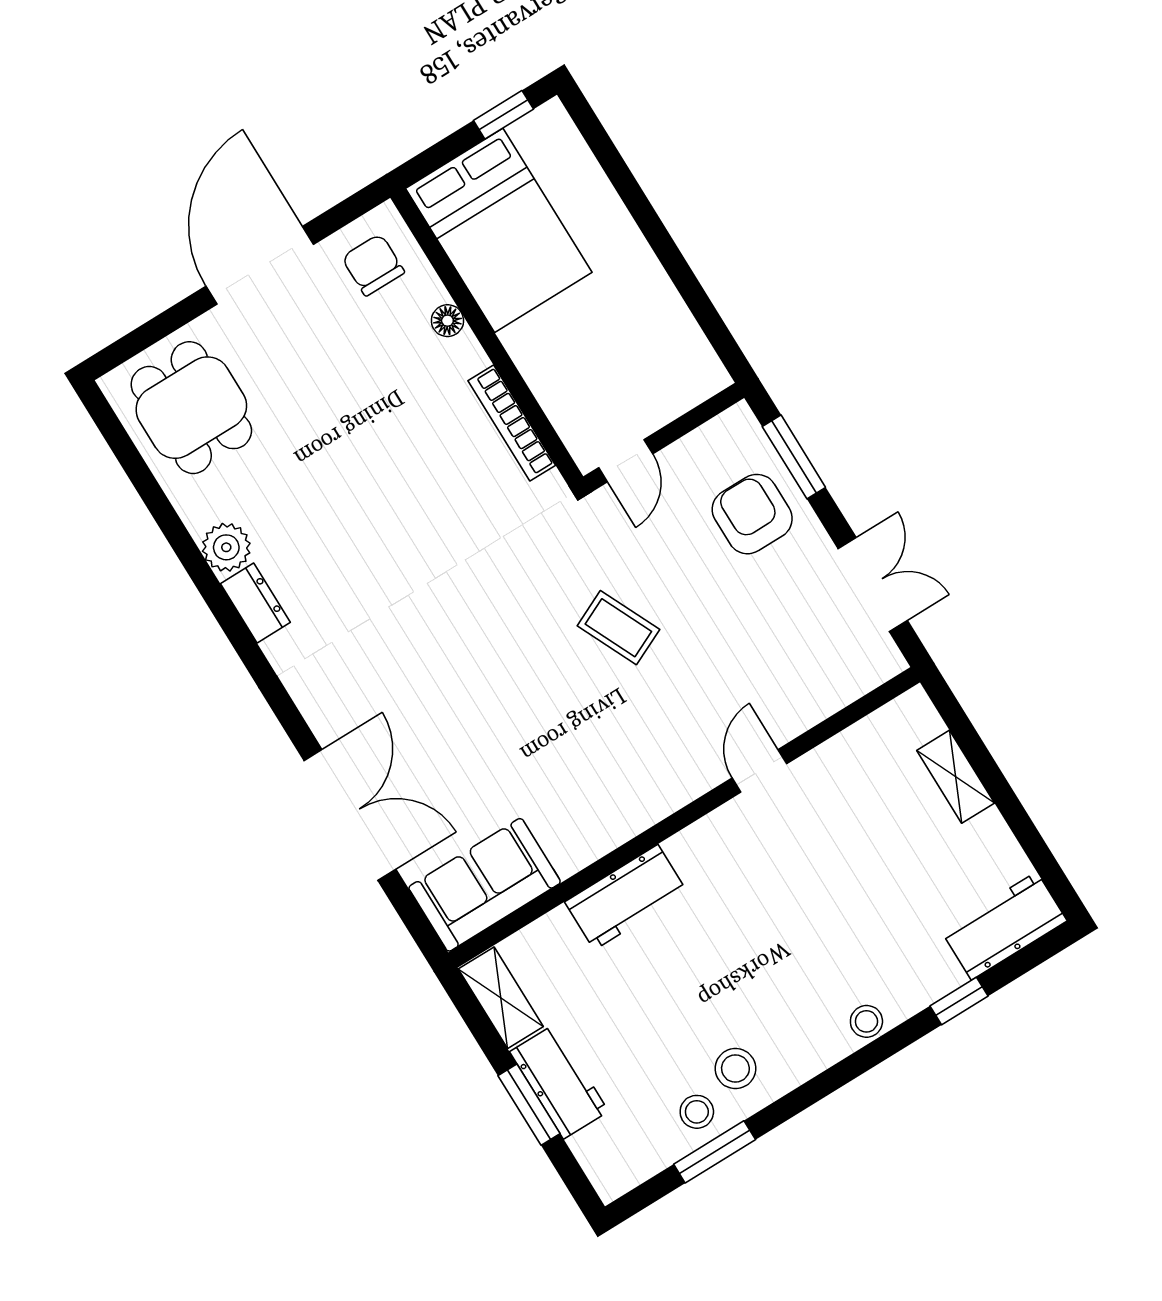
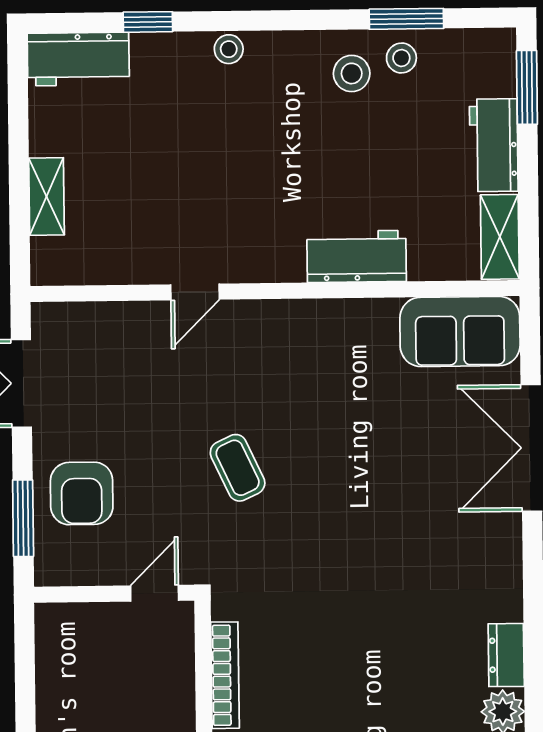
window: (529, 1105) -> (527, 87), moved

